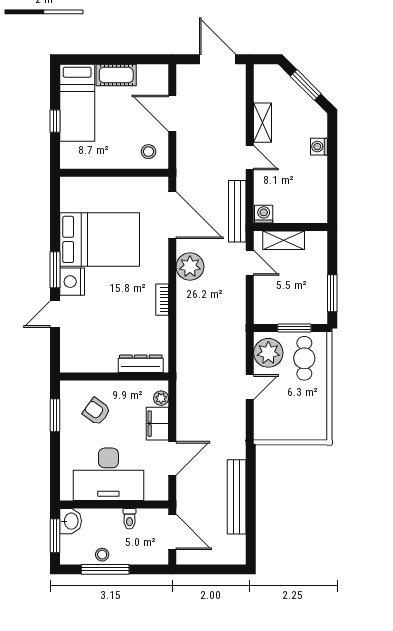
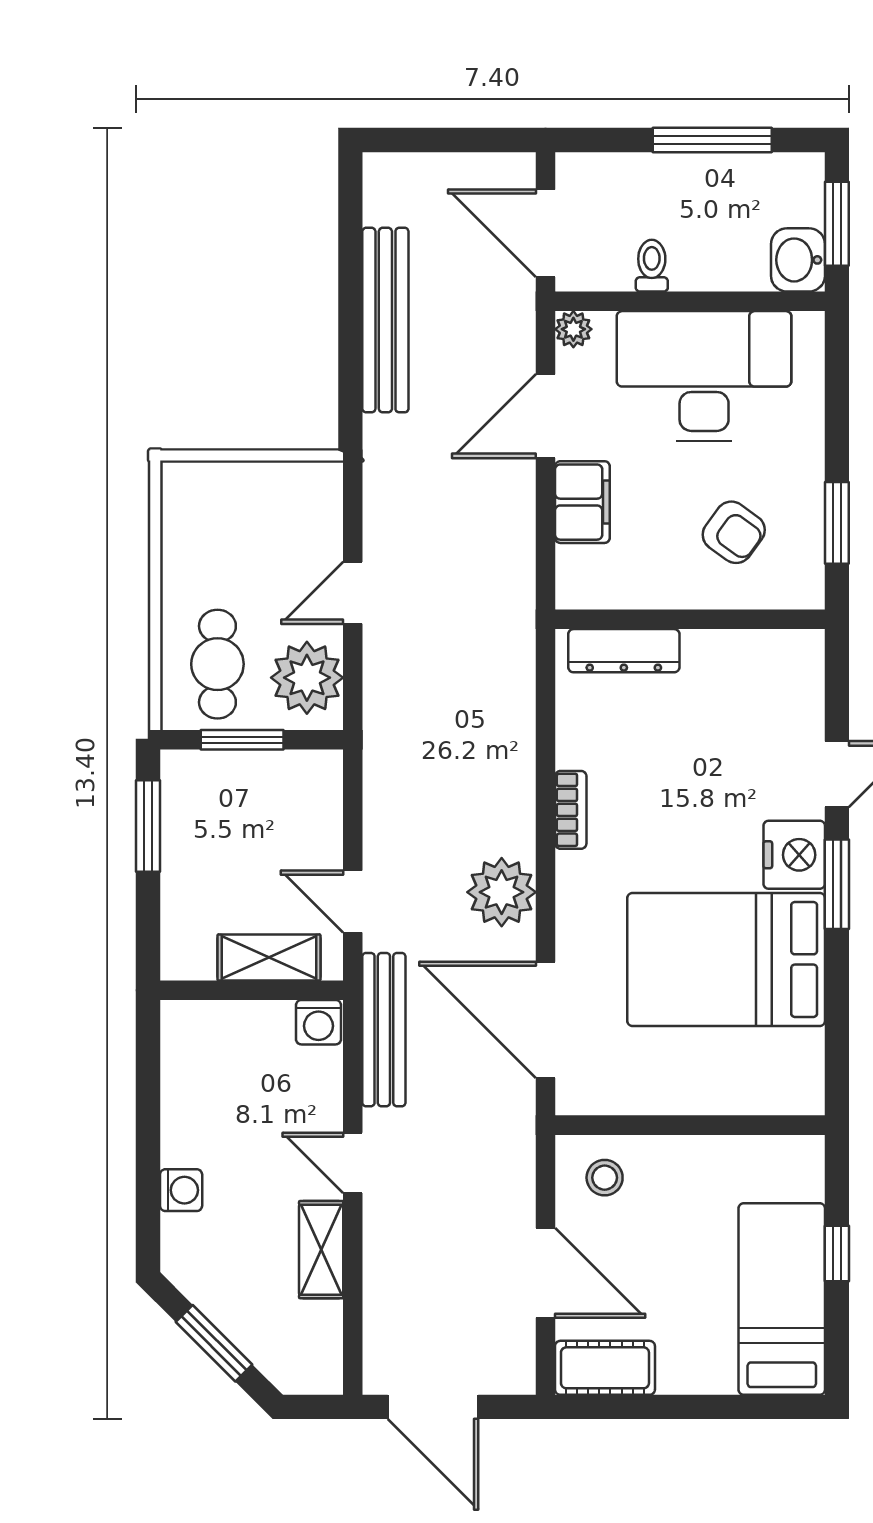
cot: (116, 75) -> (605, 1368), moved
plant: (161, 398) -> (573, 329), moved
stool: (102, 555) -> (720, 177), removed

